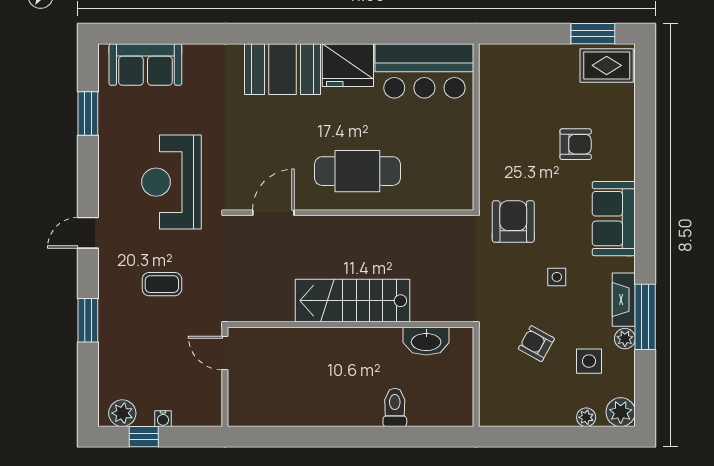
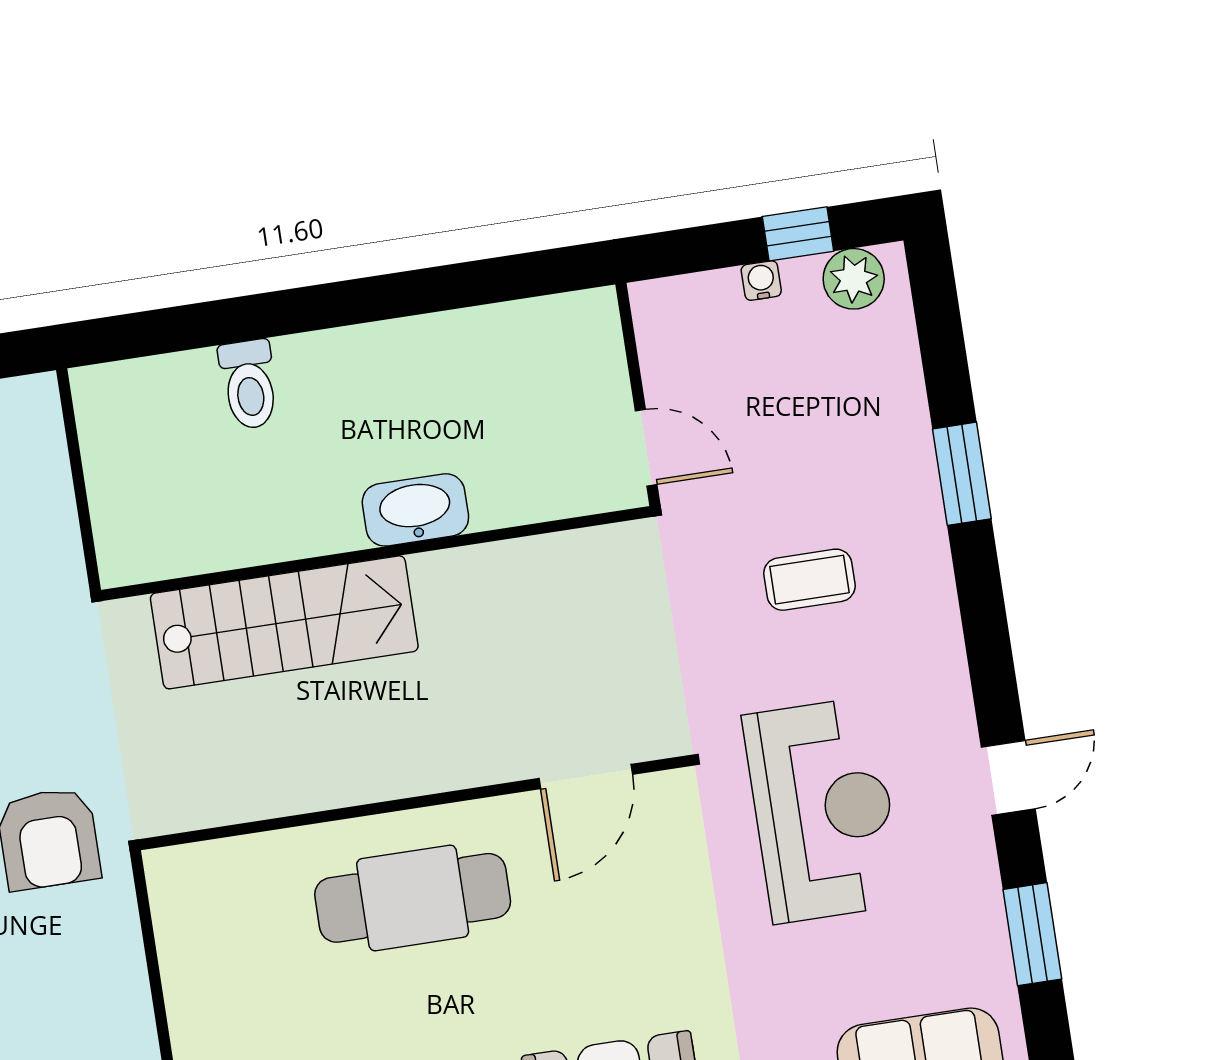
door: (88, 233) -> (1008, 778), moved
stairs: (352, 301) -> (284, 622), moved
washbasin: (426, 341) -> (415, 510), moved

